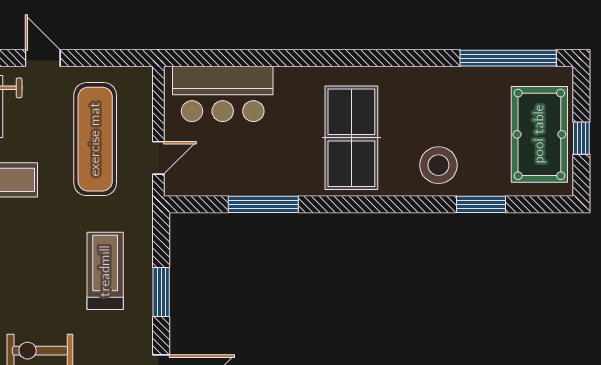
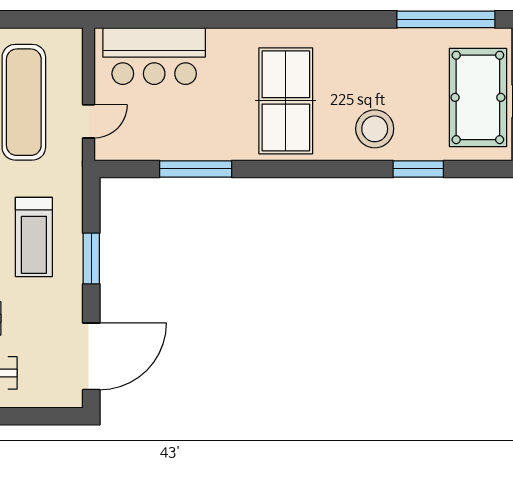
treadmill: (105, 271) -> (34, 237), turned 180

